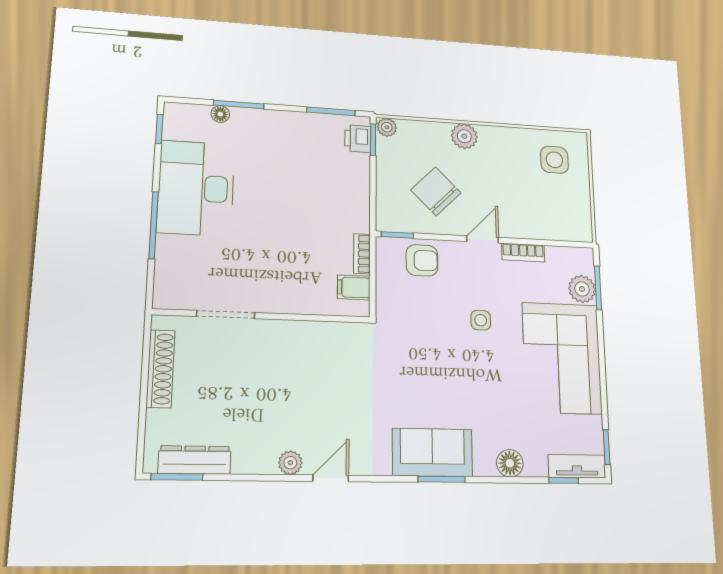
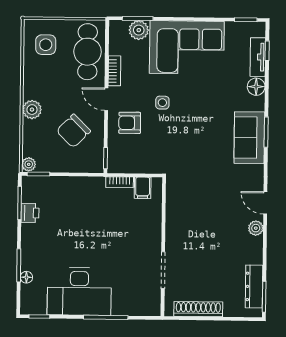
printer: (358, 139) -> (30, 213), moved, turned -90
cafe table: (548, 216) -> (88, 52), added
armchair: (422, 260) -> (130, 123), moved, turned -90
tv unit: (577, 466) -> (258, 57), moved

